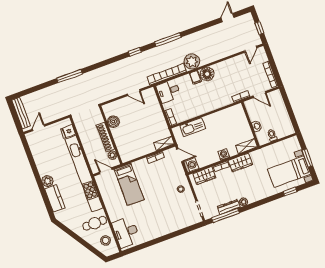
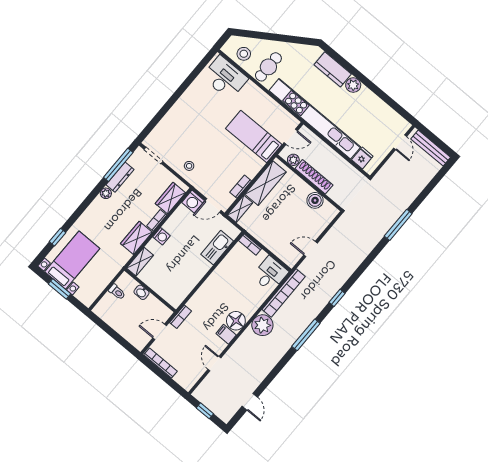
door: (251, 49) -> (214, 364), moved
filing cabinet: (195, 77) -> (226, 334), moved
shelving: (139, 151) -> (265, 183), added

